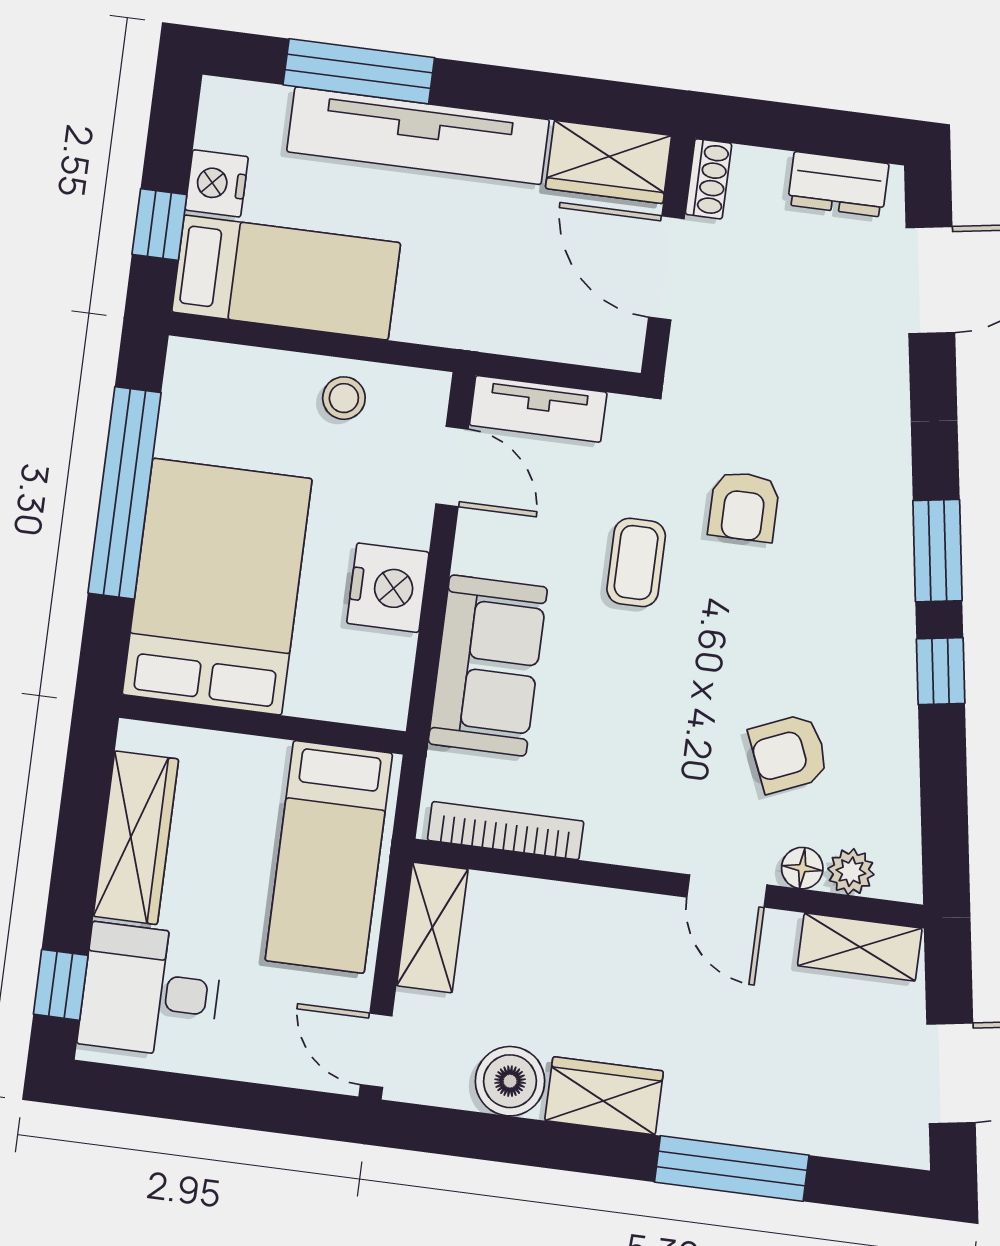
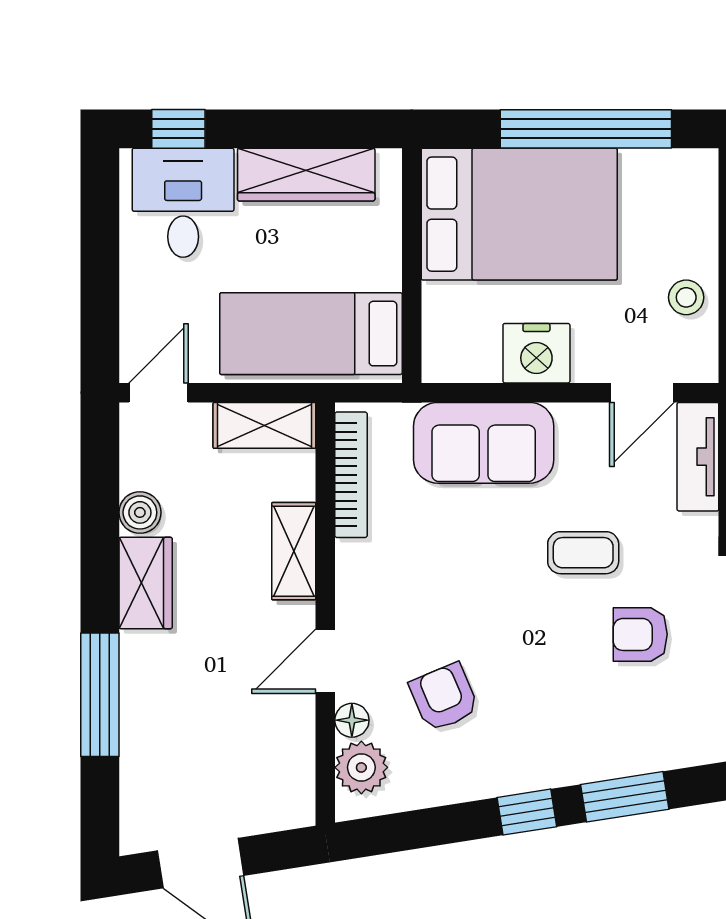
plant: (851, 872) -> (361, 767), width x1.38, depth x1.38
shelving: (860, 947) -> (294, 551), moved
boiler: (510, 1081) -> (140, 512), width x0.73, depth x0.73

